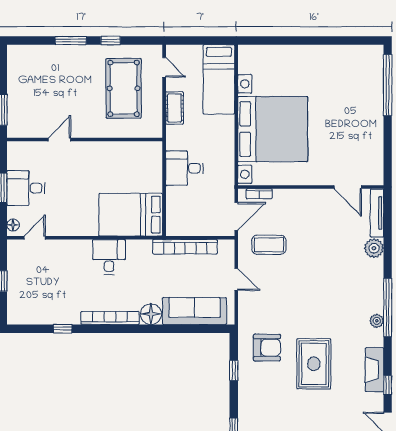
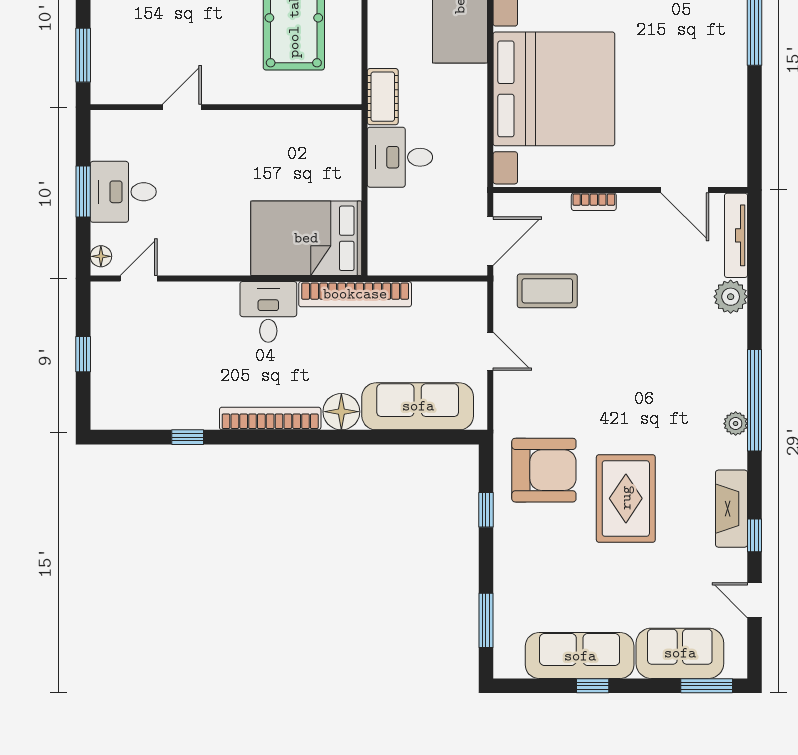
cot: (175, 108) -> (383, 97), moved
bookcase: (259, 194) -> (594, 202), moved
bookcase: (185, 247) -> (355, 294), moved
armchair: (267, 348) -> (544, 470), width x1.36, depth x1.36

